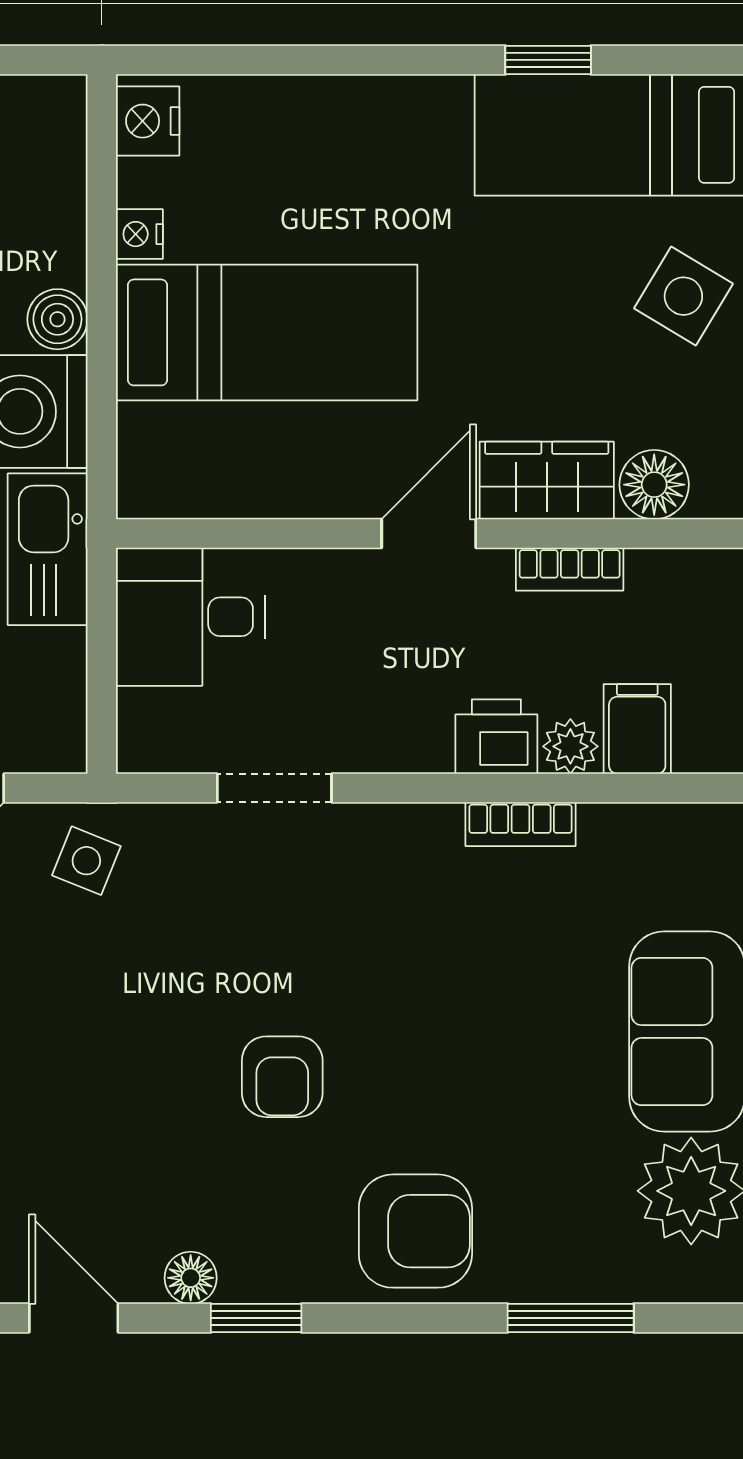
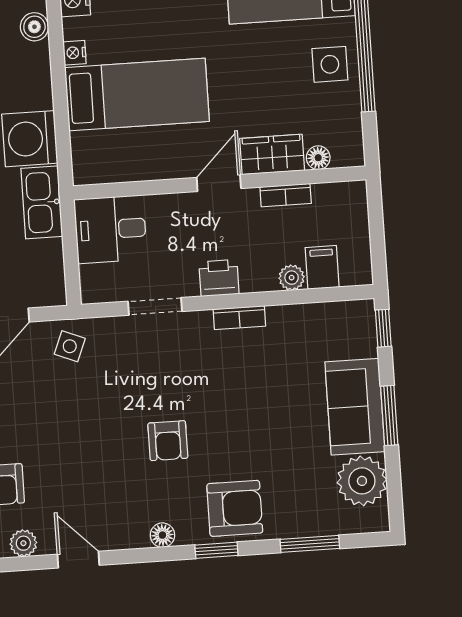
side table: (683, 296) -> (330, 64), turned -31
boiler: (57, 319) -> (34, 27), moved
floor lamp: (654, 485) -> (318, 158), width x0.73, depth x0.73
printer: (496, 737) -> (219, 278), moved
bookcase: (521, 824) -> (239, 318), moved
floor lamp: (191, 1278) -> (162, 535), moved
window: (256, 1318) -> (216, 550), moved

